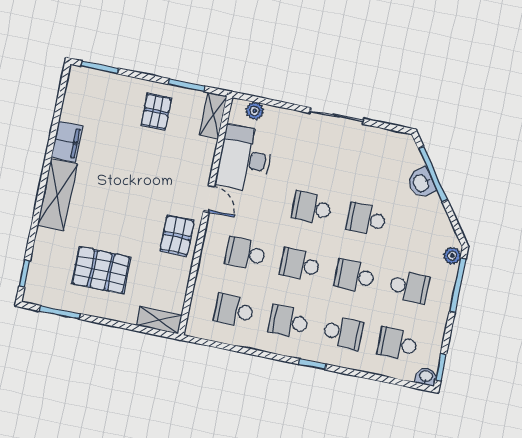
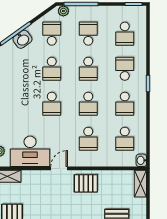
school desk: (421, 230) -> (52, 34), added
washbasin: (426, 377) -> (141, 160), moved

